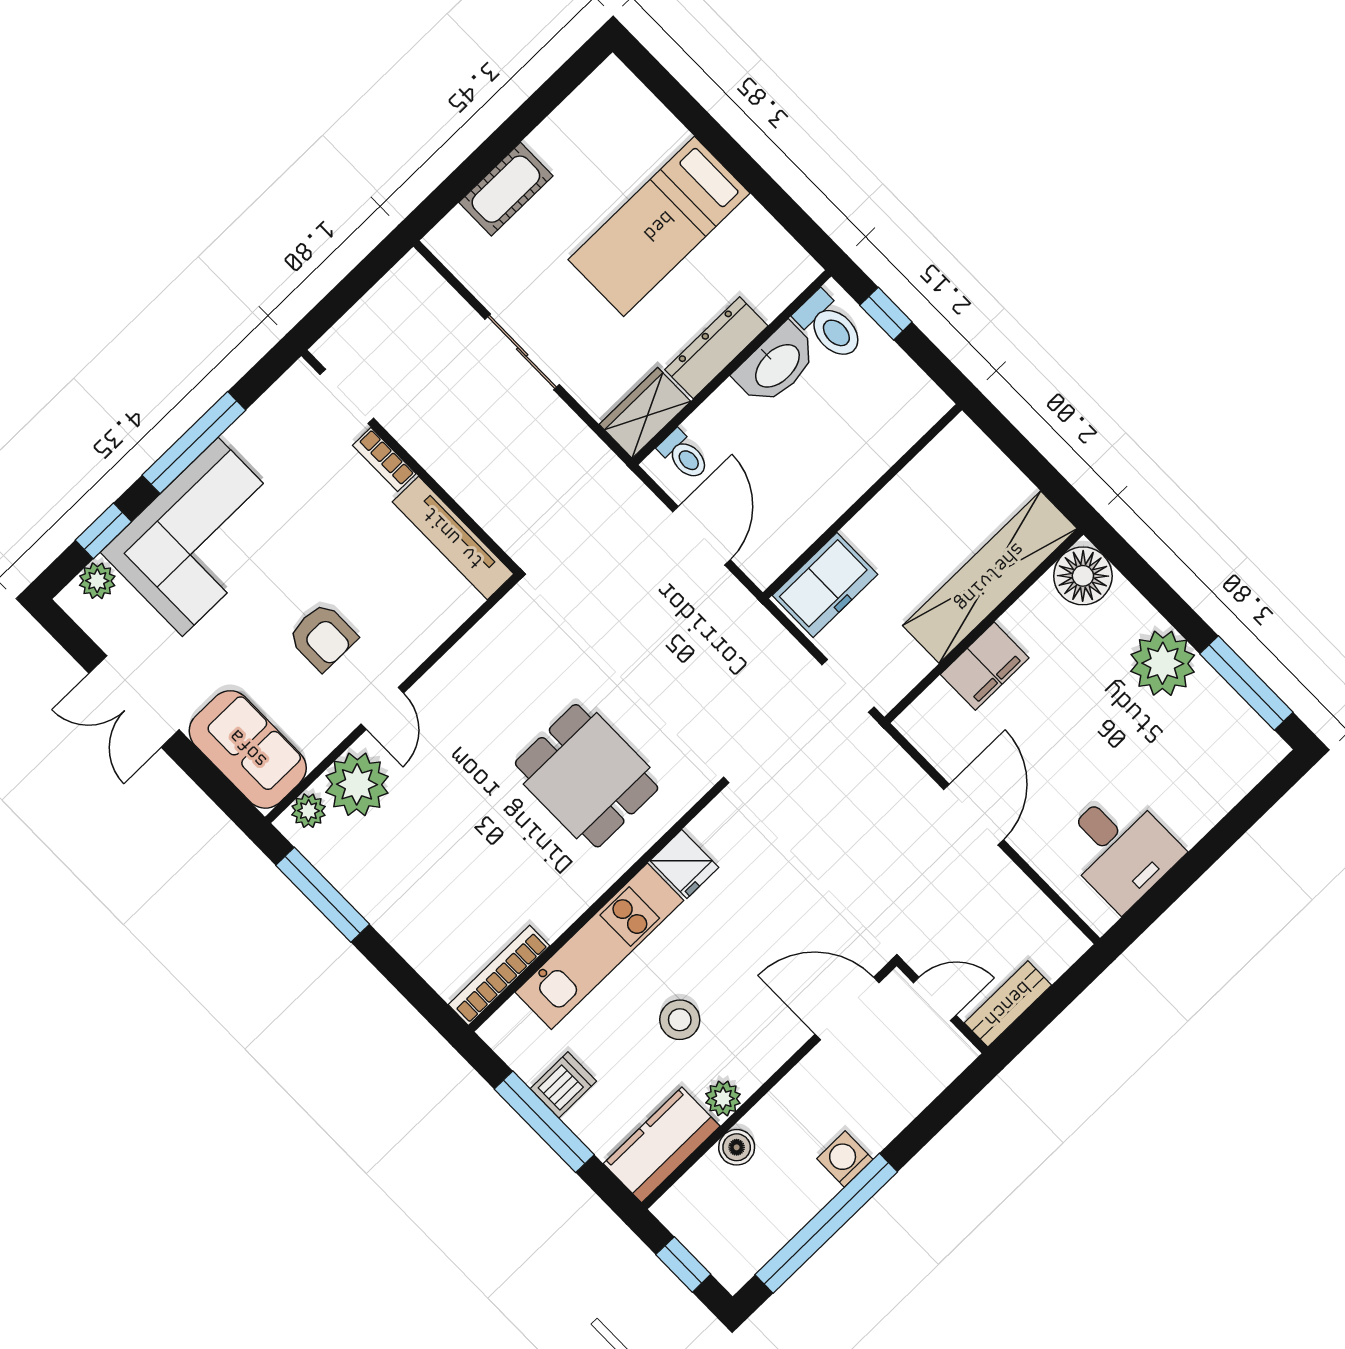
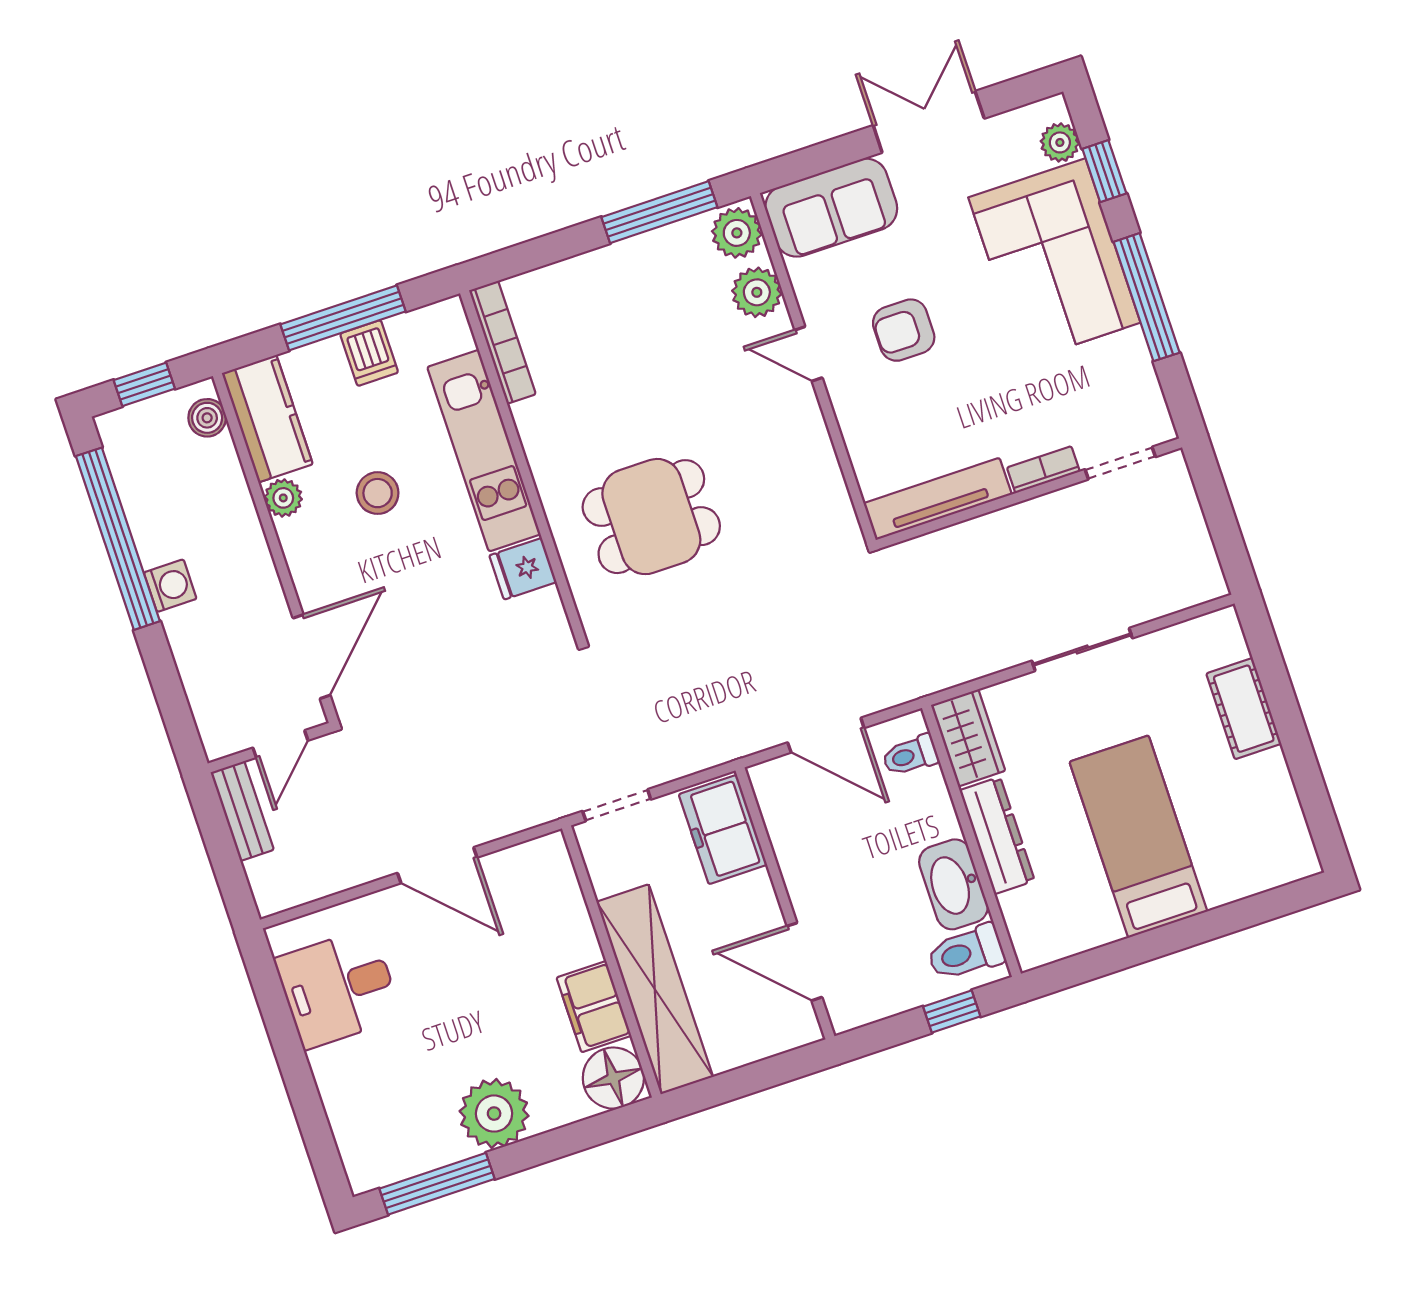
door: (904, 460) -> (804, 962), added
filing cabinet: (985, 666) -> (594, 1007), moved
plant: (357, 784) -> (757, 292), width x0.73, depth x0.73
plant: (308, 811) -> (737, 233), width x1.38, depth x1.38
boiler: (737, 1147) -> (207, 418), moved

